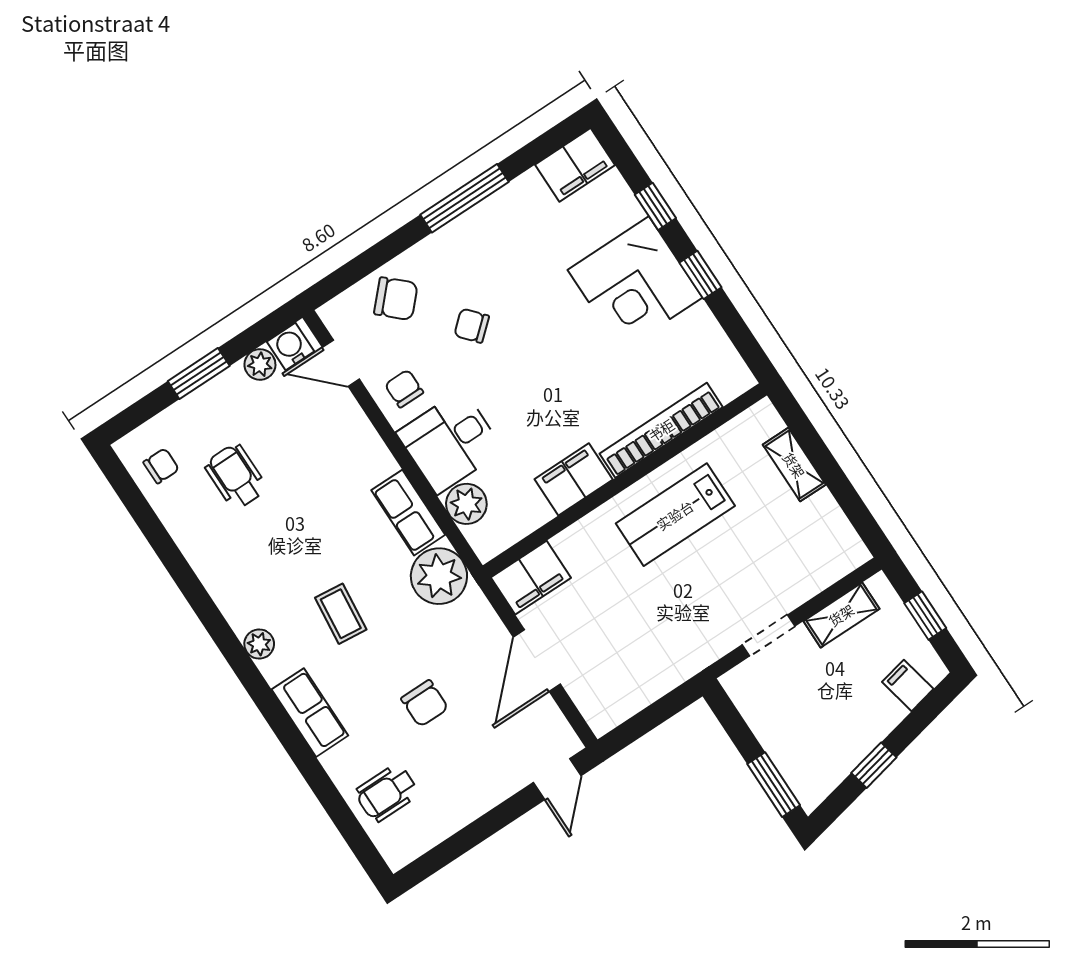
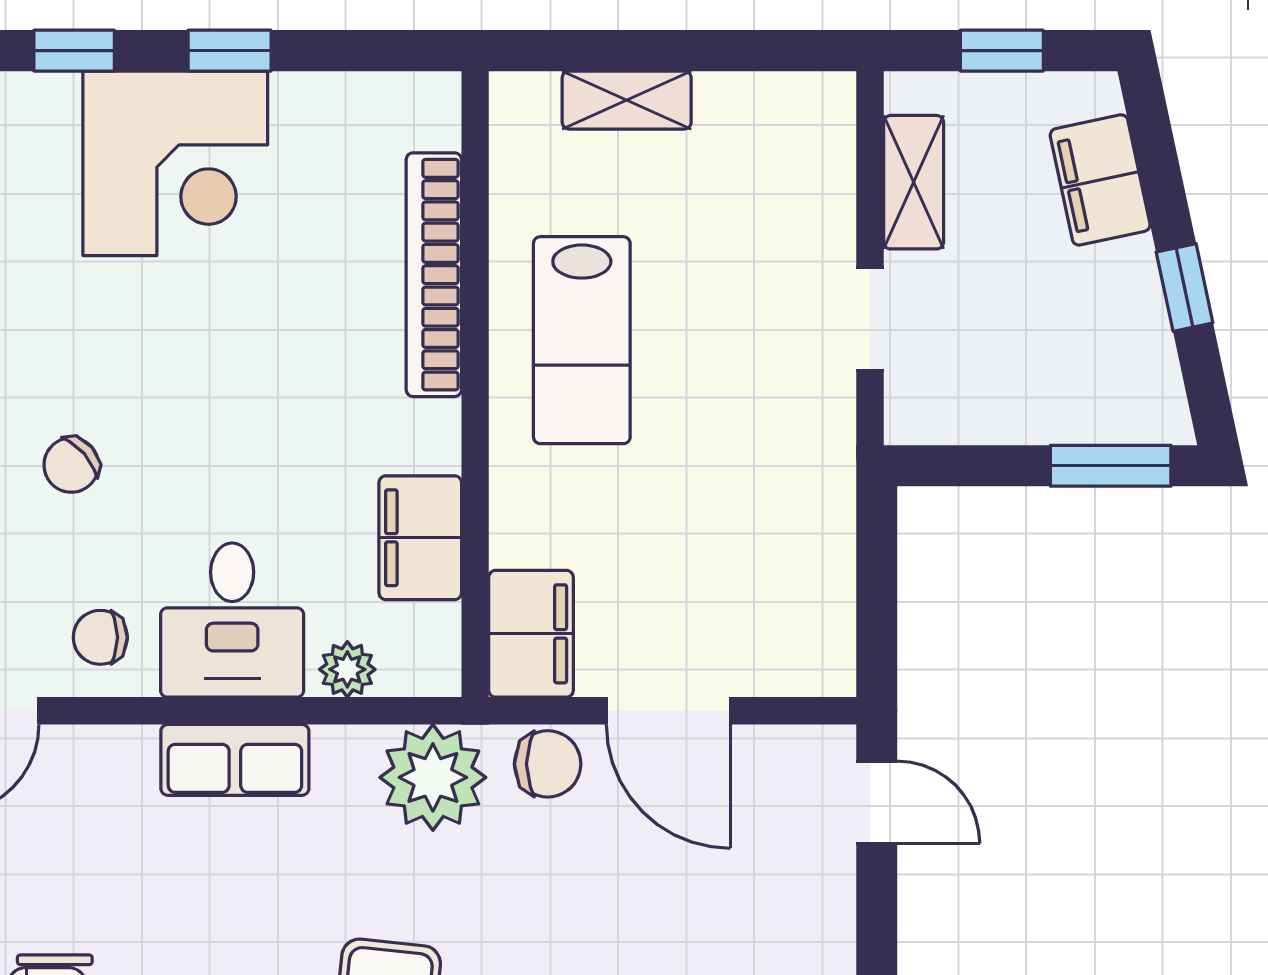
filing cabinet: (574, 479) -> (420, 538), moved
plant: (466, 504) -> (347, 669), width x0.73, depth x0.73
row of seats: (408, 513) -> (235, 760), moved
filing cabinet: (908, 685) -> (1100, 180), width x2.00
chair: (425, 703) -> (548, 764), moved

